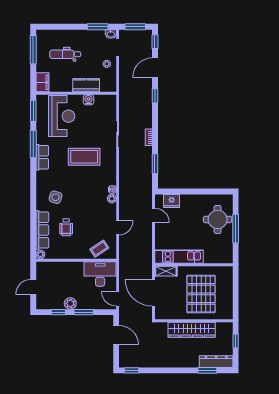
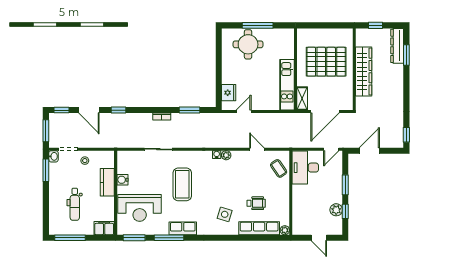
reception desk: (62, 116) -> (140, 208), turned 180
plant: (70, 303) -> (336, 210), moved

